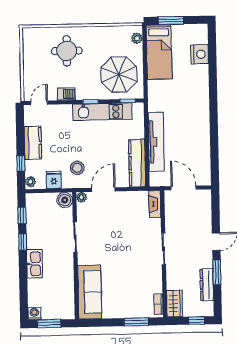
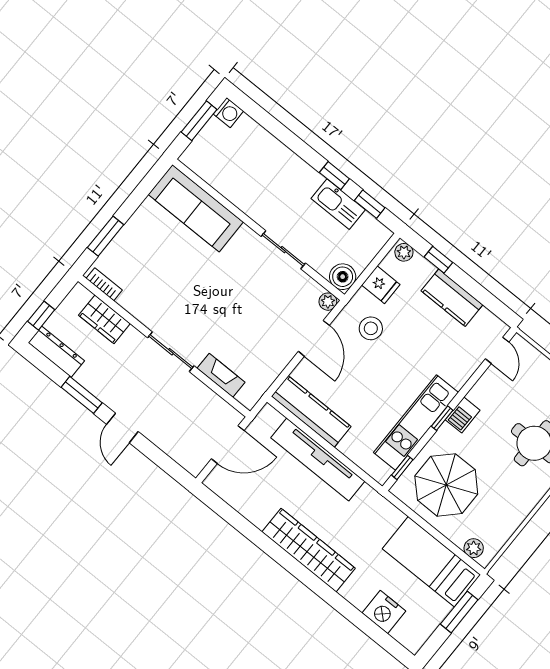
barbecue: (66, 94) -> (463, 415), moved
wardrobe: (200, 112) -> (308, 550), added
fireplace: (155, 204) -> (221, 375), moved
kitchen sink: (35, 264) -> (338, 204), moved
dresser: (207, 285) -> (56, 352), moved
wardrobe: (174, 304) -> (104, 319), moved

